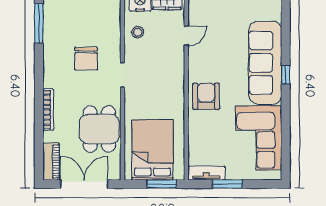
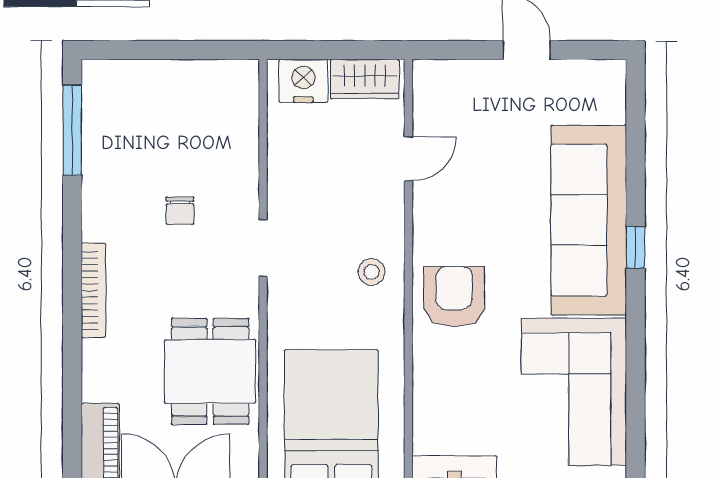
stool: (138, 32) -> (372, 272), moved
chair: (86, 59) -> (180, 211), width x0.54, depth x0.54
bookcase: (48, 110) -> (93, 290), moved

